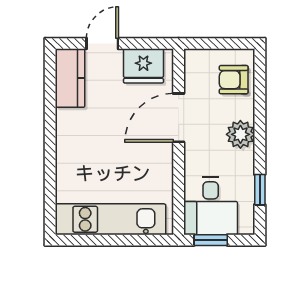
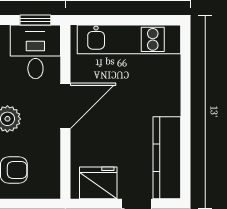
kitchen counter: (70, 78) -> (167, 158), width x1.50
door: (179, 118) -> (65, 106), moved

